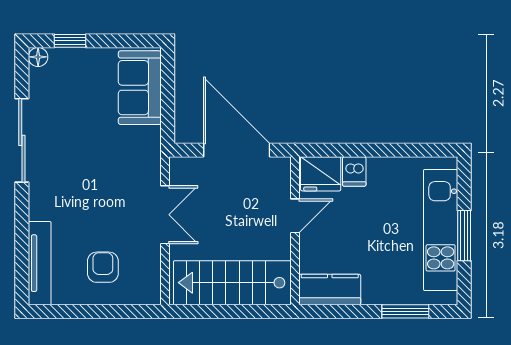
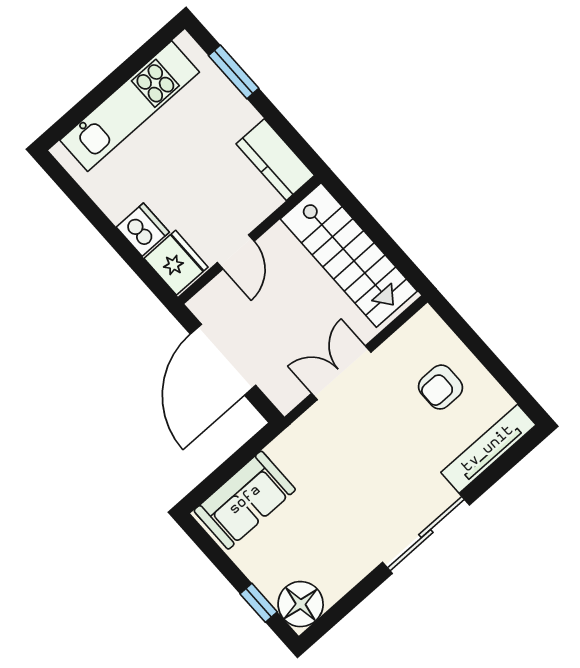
floor lamp: (38, 57) -> (301, 604), width x1.89, depth x1.89
sliding door: (22, 140) -> (426, 534), moved
dishwasher: (354, 171) -> (143, 230), width x1.38
door: (295, 216) -> (236, 252), swing flipped
window: (464, 236) -> (115, 80), removed

